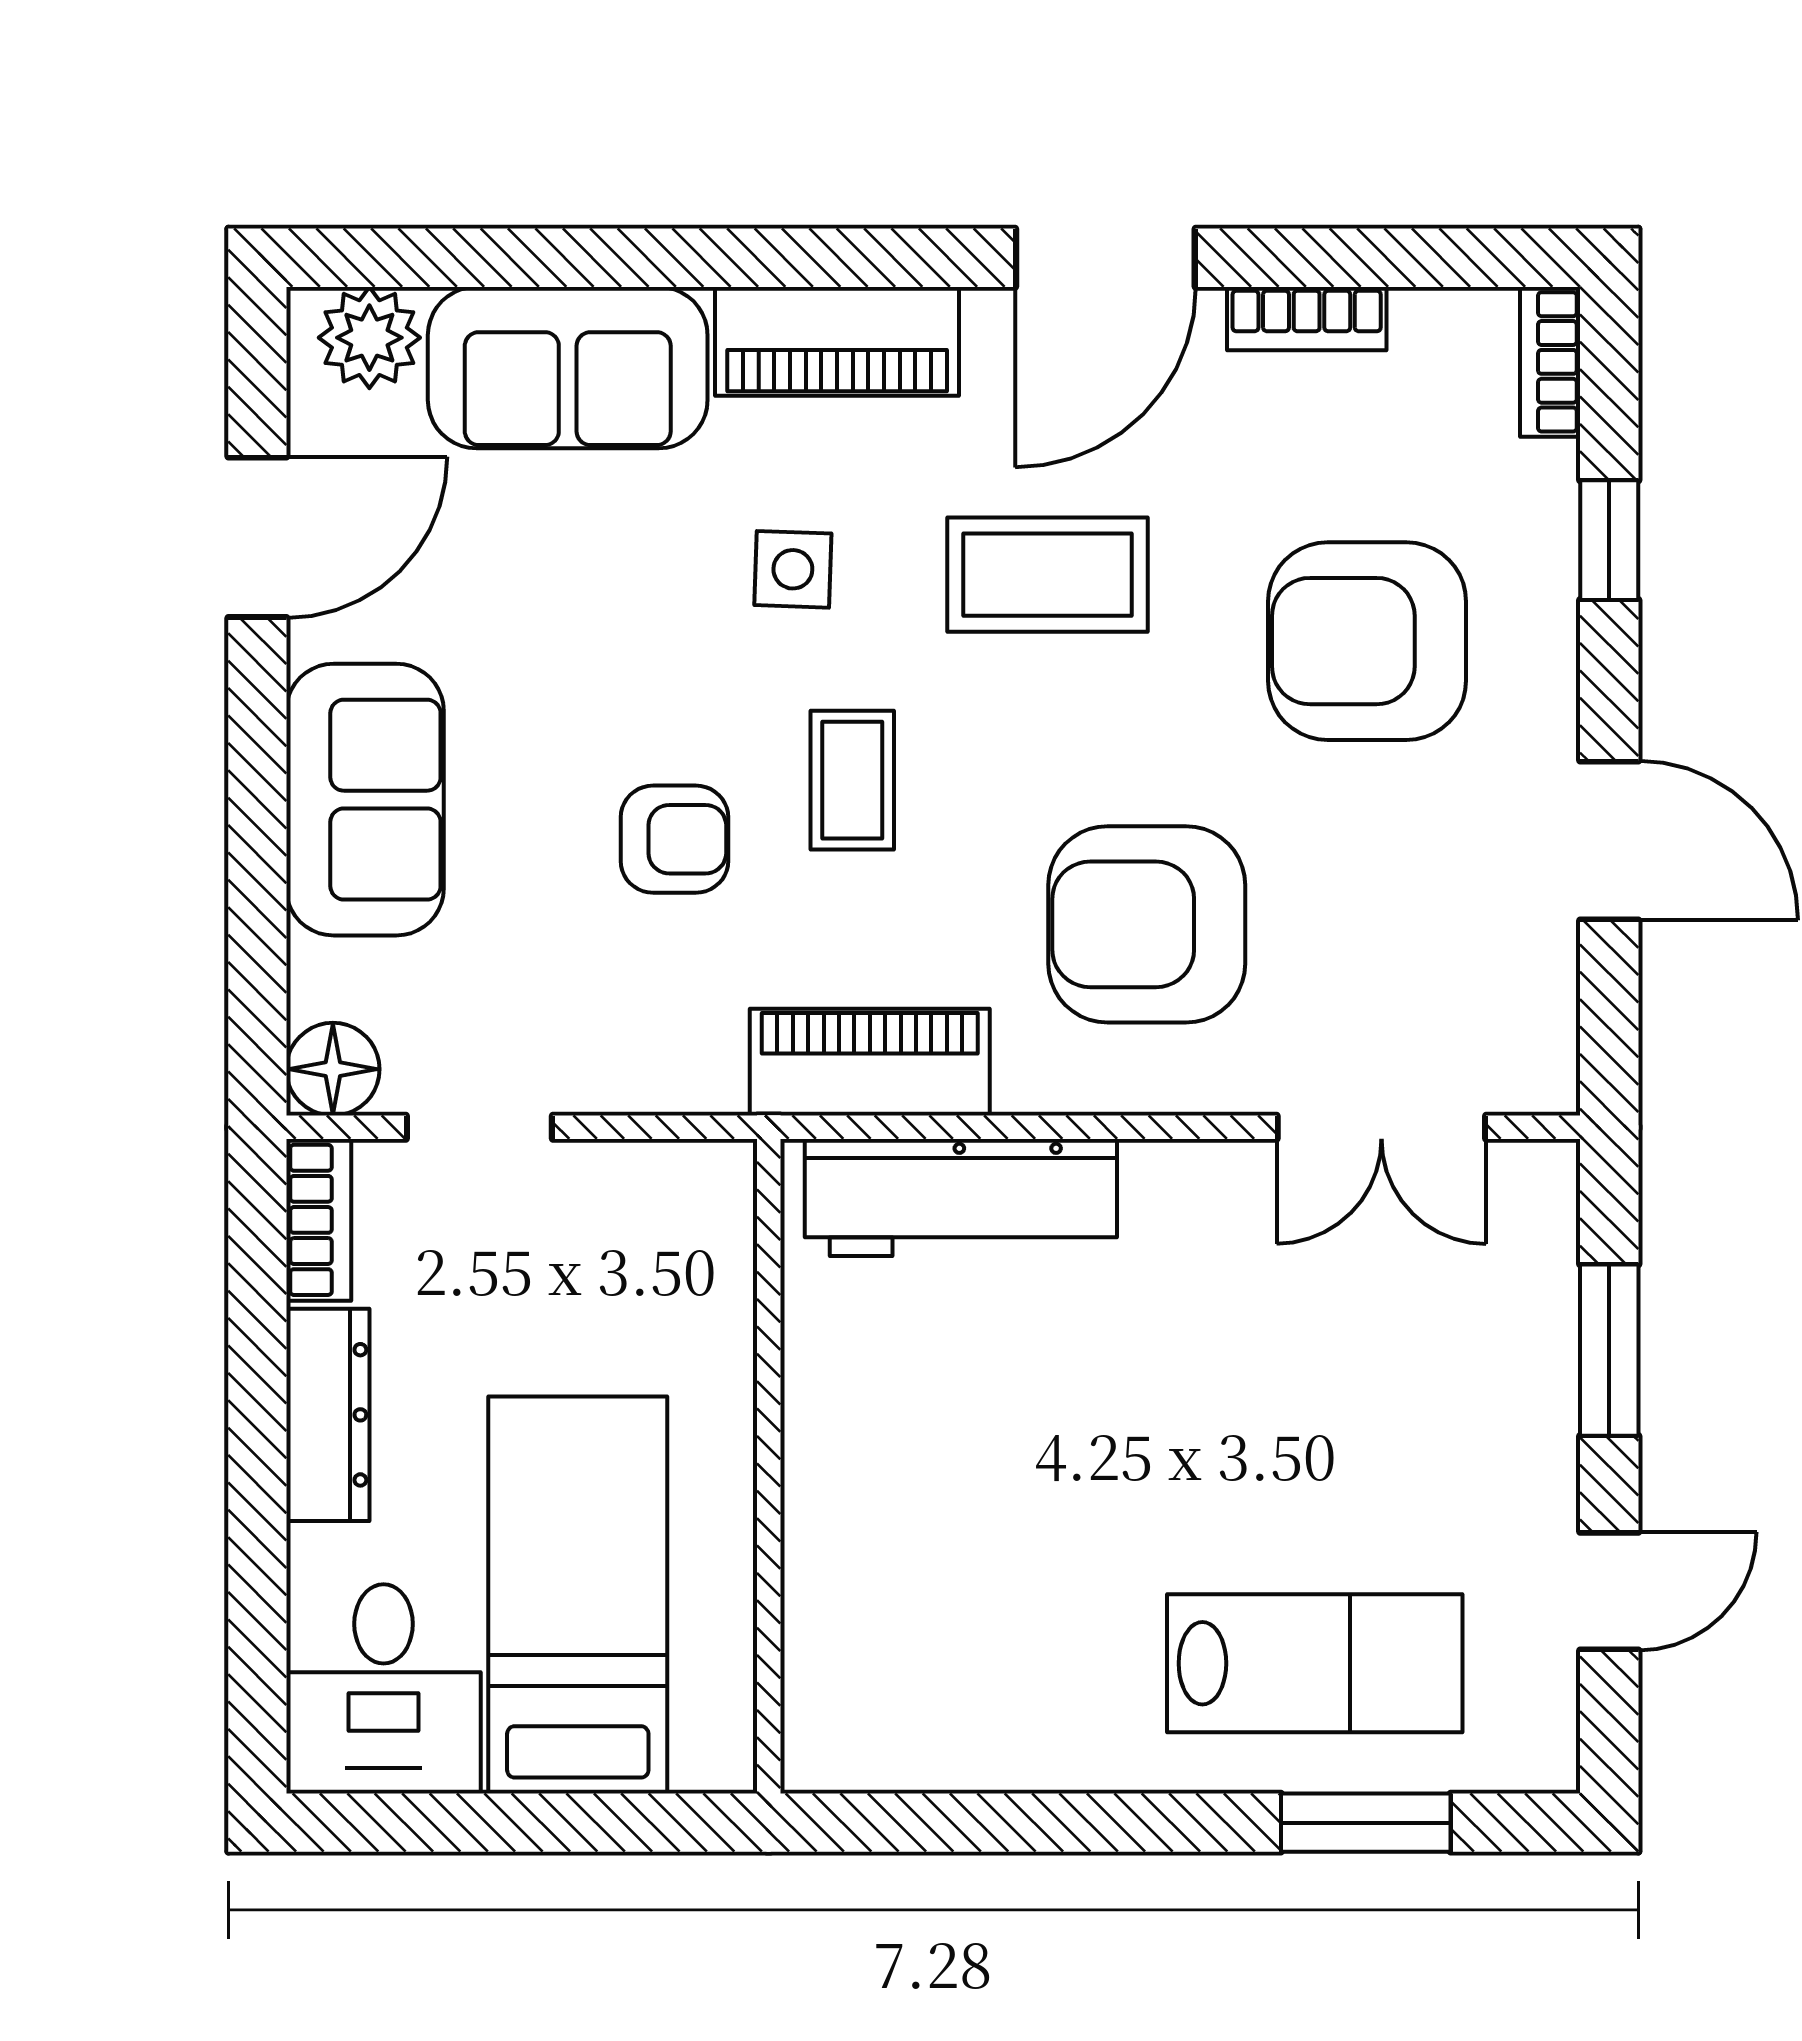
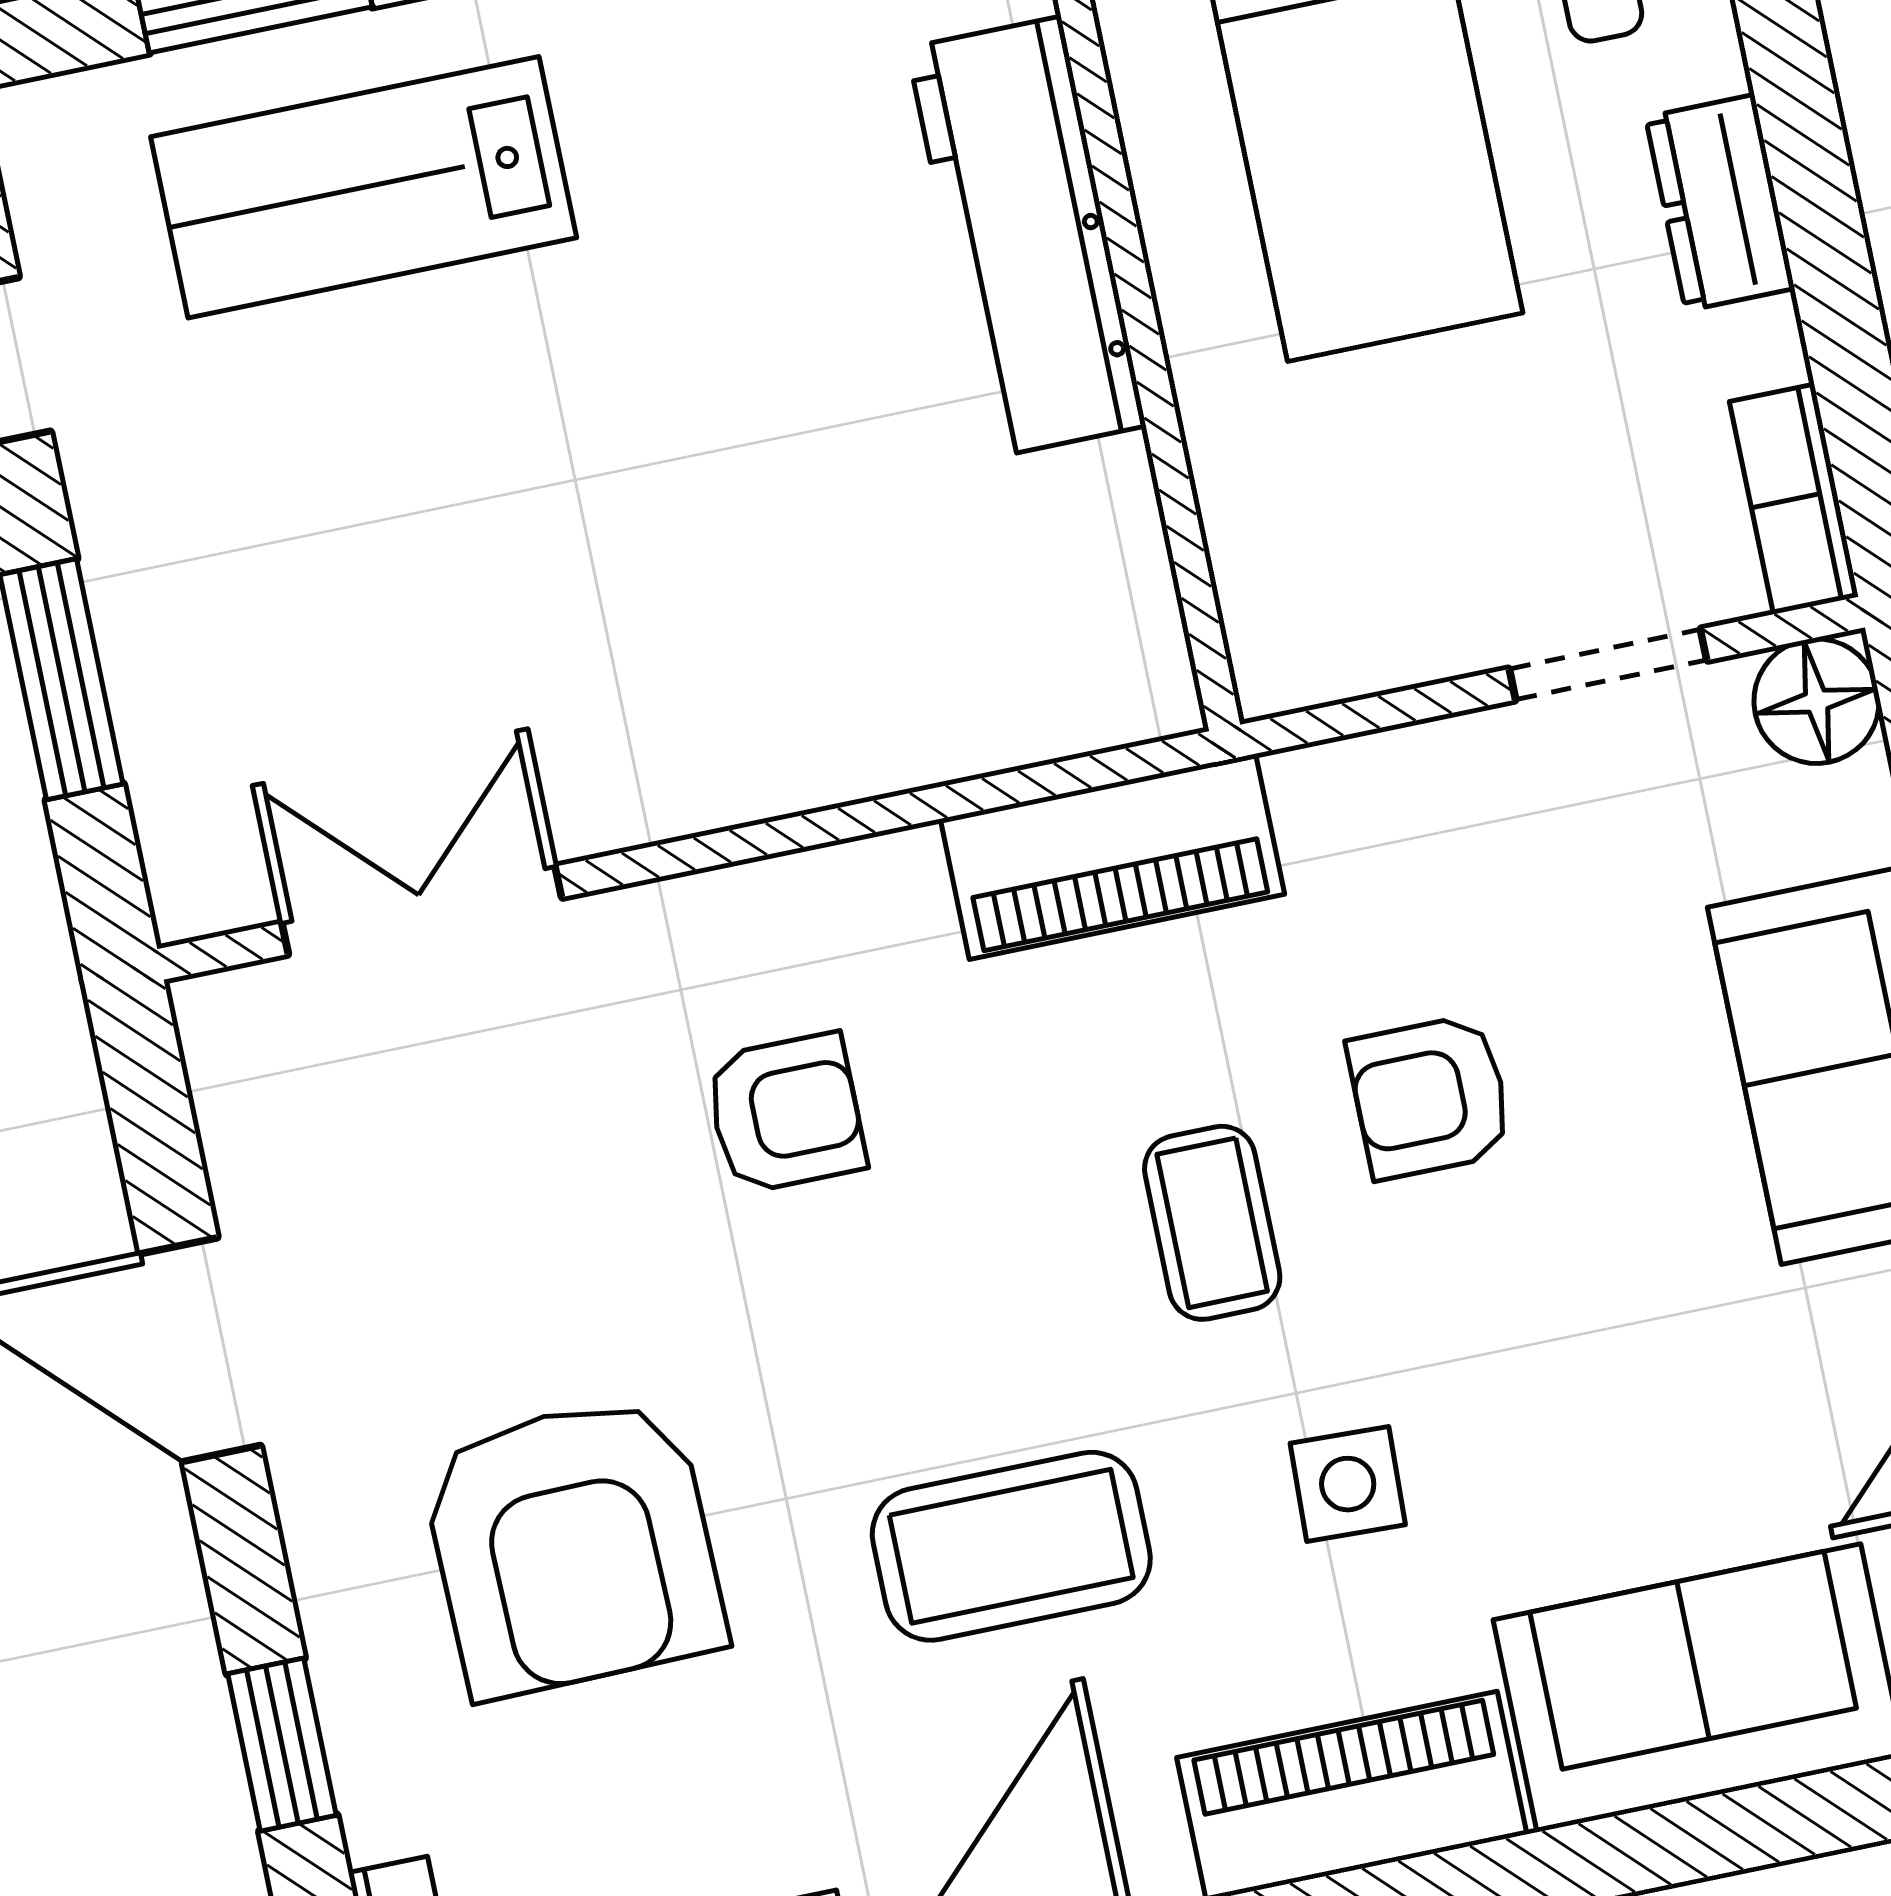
armchair: (1367, 641) -> (573, 1546), turned 89
armchair: (1147, 924) -> (786, 1113), width x0.53, depth x0.53
workbench: (961, 1198) -> (1026, 237), moved, turned -90
dresser: (328, 1415) -> (1720, 203), width x0.70

